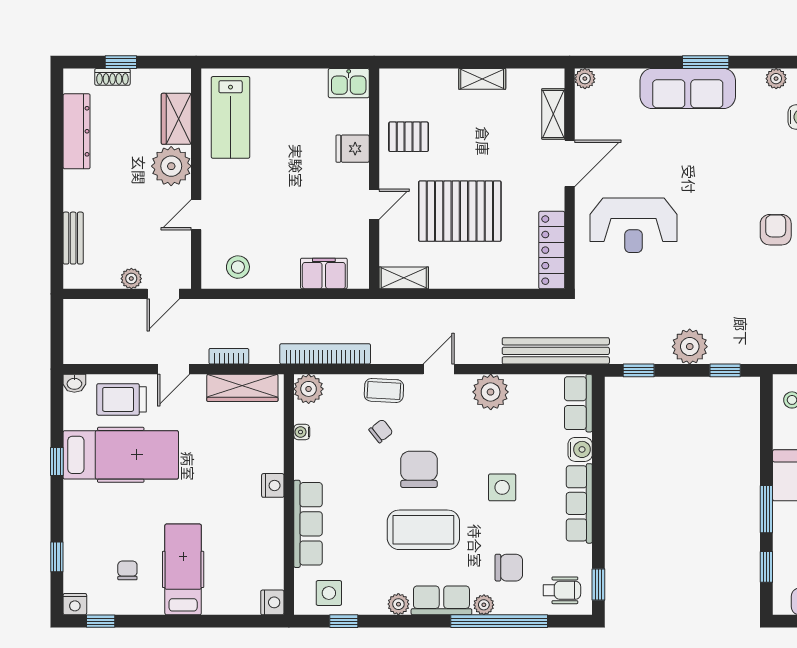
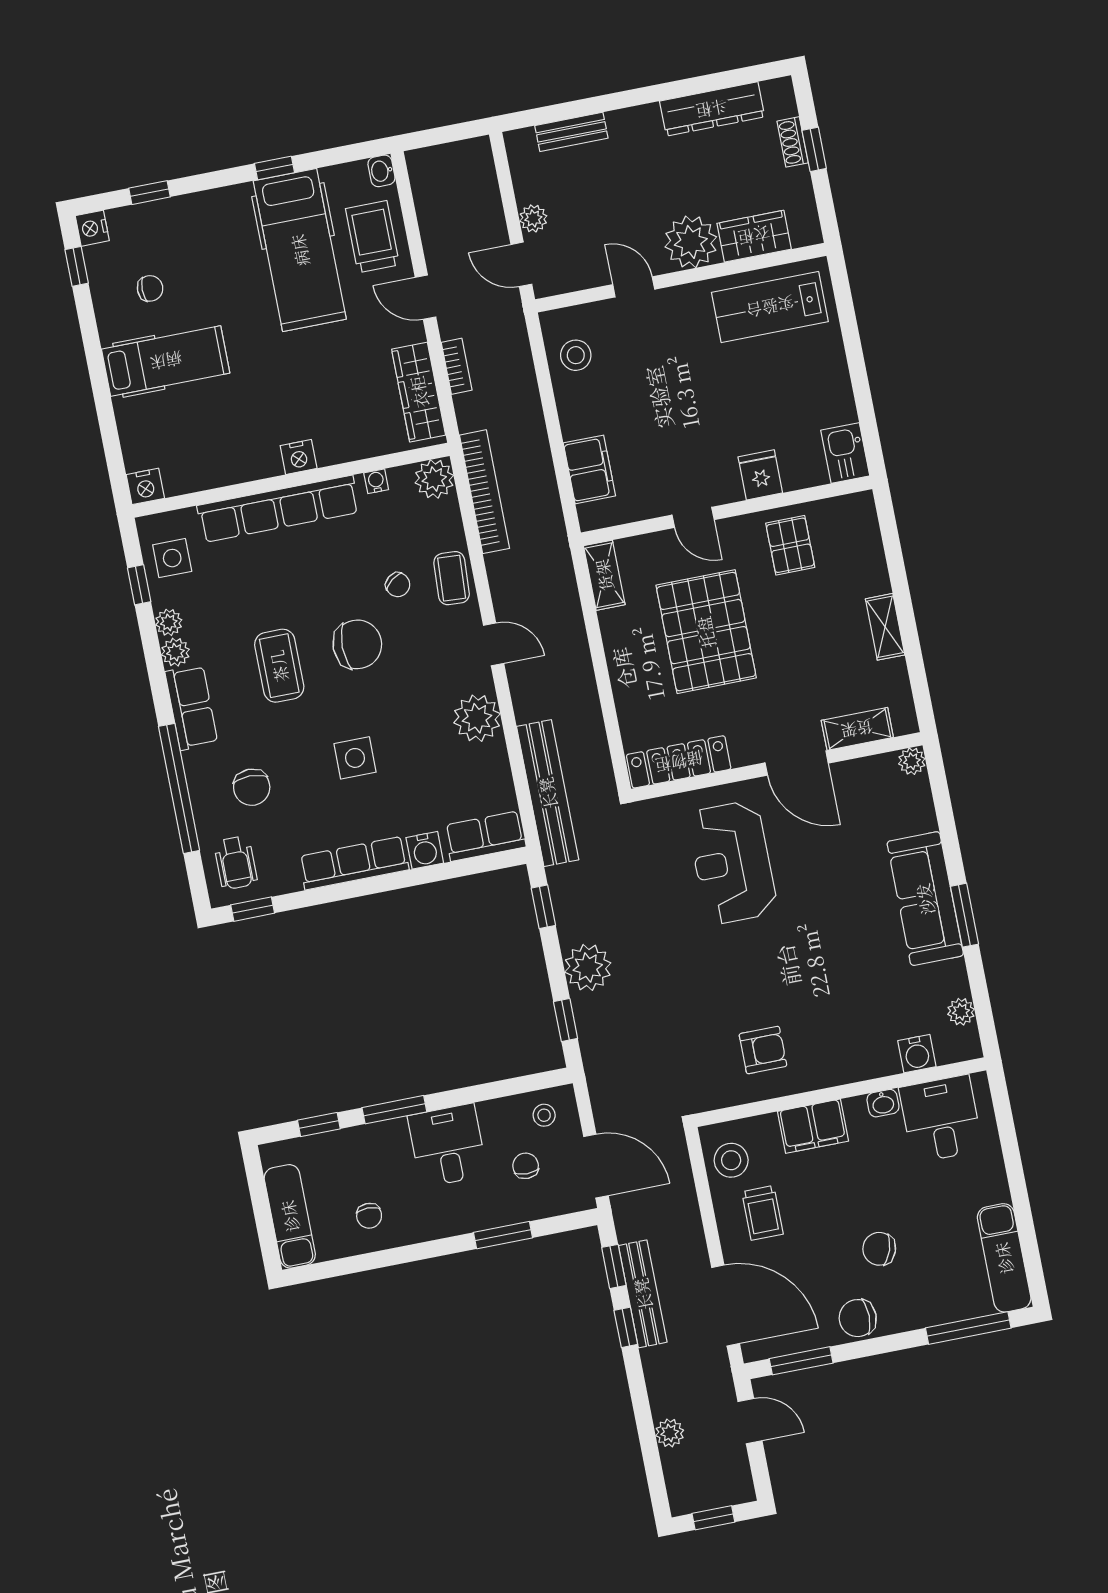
row of seats: (308, 524) -> (278, 509), width x1.36
coffee table: (423, 530) -> (279, 666), width x0.73, depth x0.76
plant: (484, 605) -> (169, 622), moved

